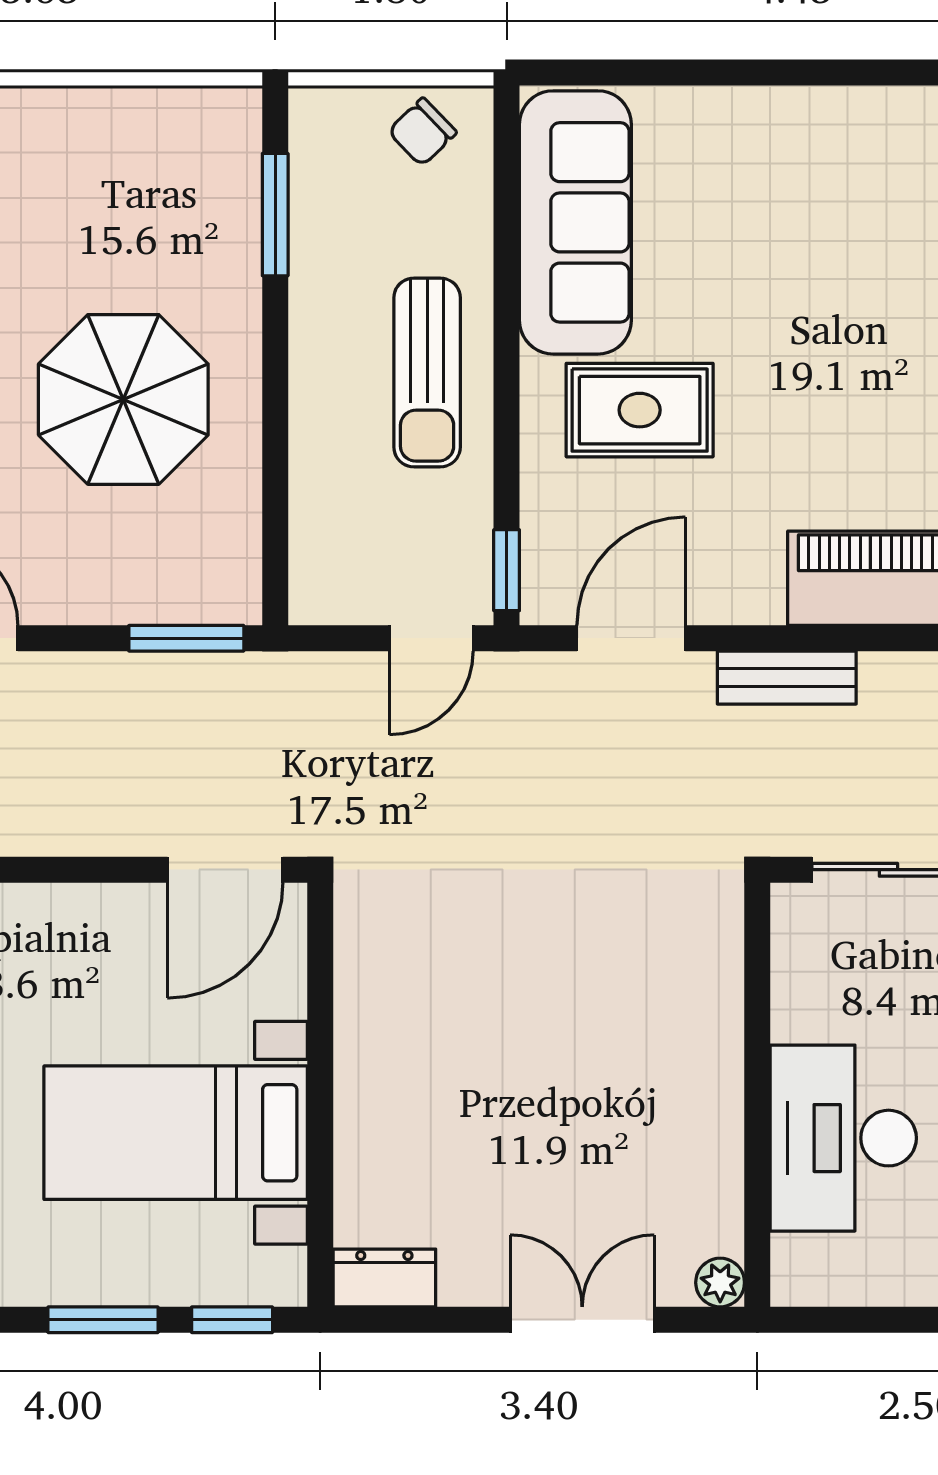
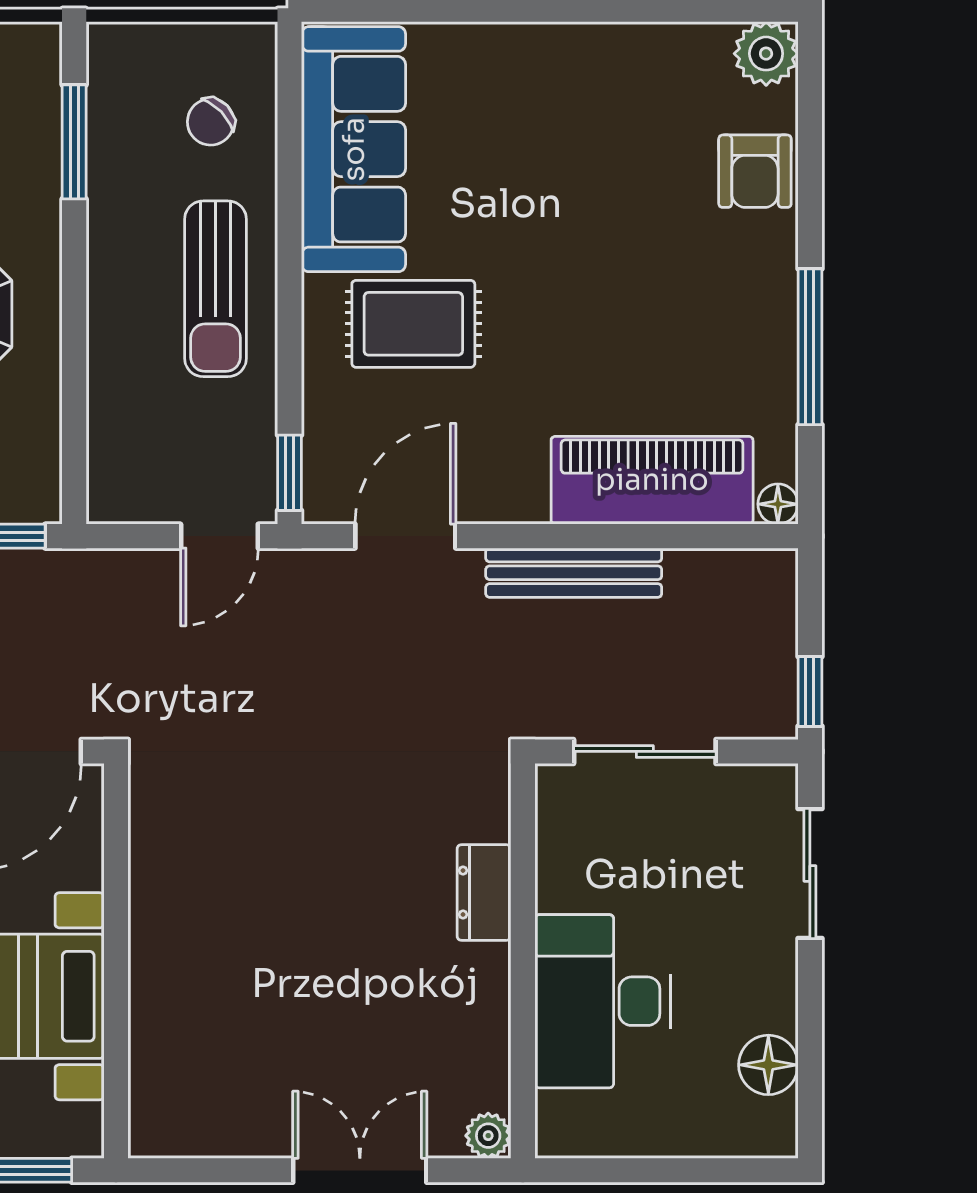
chair: (422, 132) -> (211, 122), moved
bench: (787, 678) -> (574, 573), width x1.36
dresser: (384, 1278) -> (484, 892), moved, turned -90

